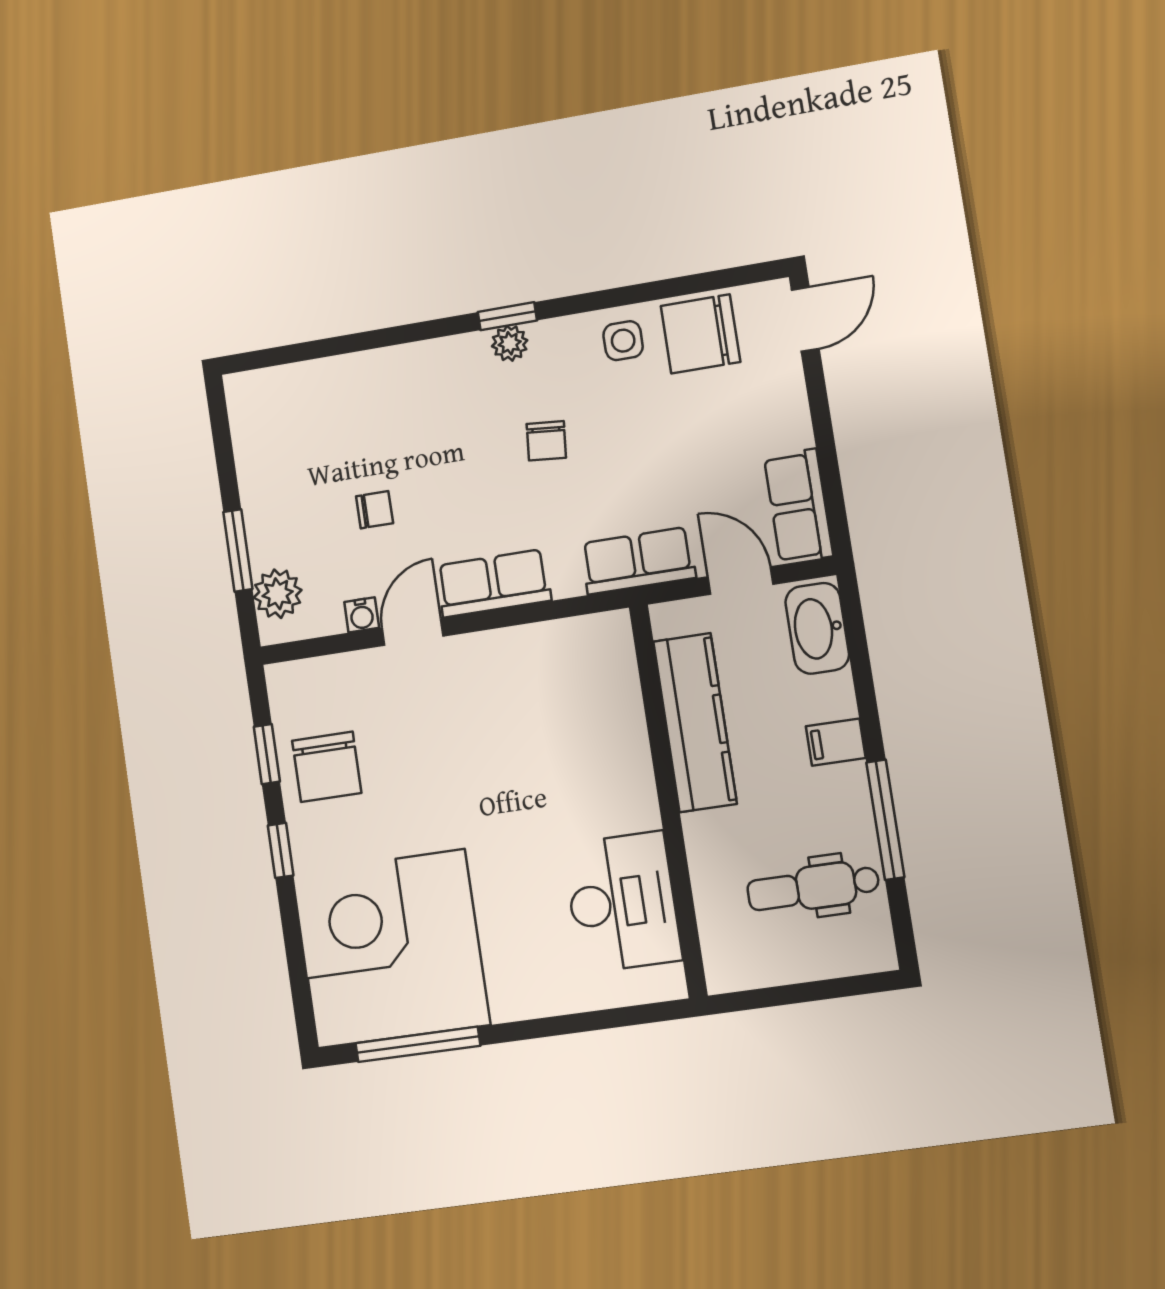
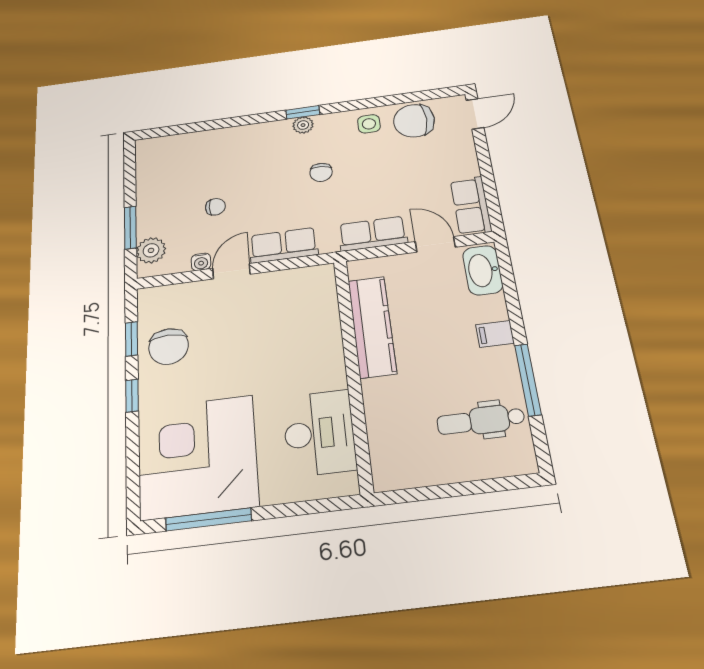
kitchen counter: (695, 723) -> (372, 327), moved
wall: (668, 800) -> (353, 372), moved
desk: (622, 902) -> (319, 433), moved

